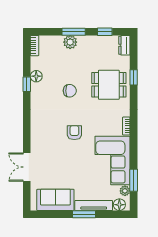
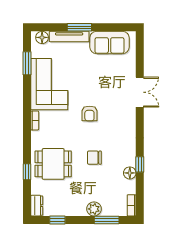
window: (74, 32) -> (107, 220), moved
double door: (27, 167) -> (140, 92), moved
plant: (125, 191) -> (36, 52), removed

